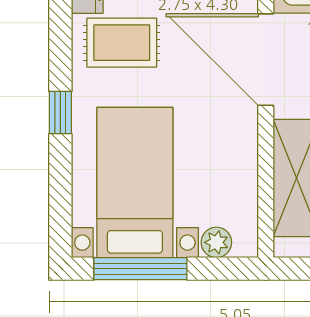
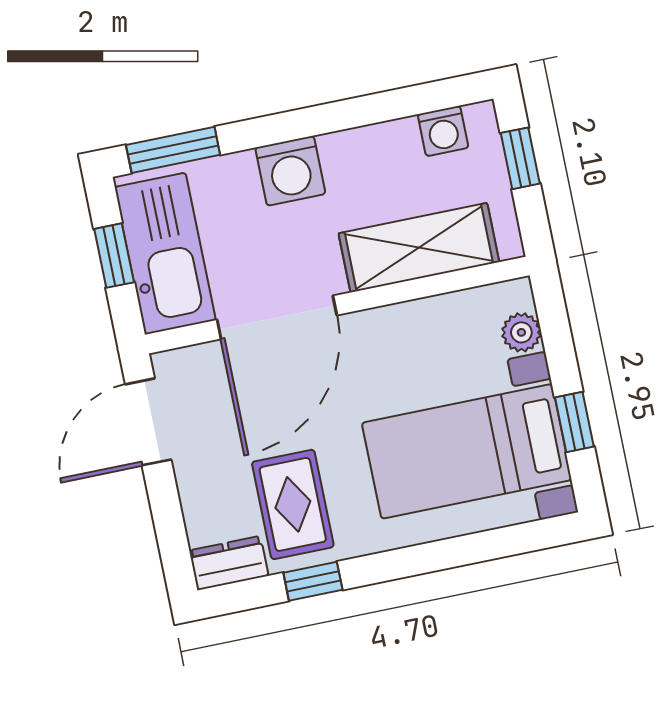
window: (60, 112) -> (313, 581), moved
window: (140, 269) -> (574, 422), width x0.46

